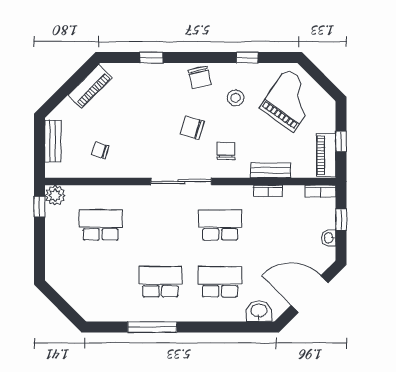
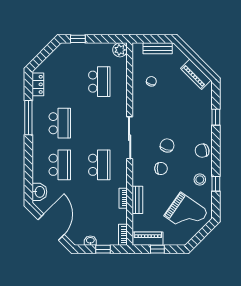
stool: (236, 98) -> (200, 180), moved
chair: (226, 151) -> (161, 168), moved
window: (39, 207) -> (78, 39), moved
locker: (105, 313) -> (38, 84), added

